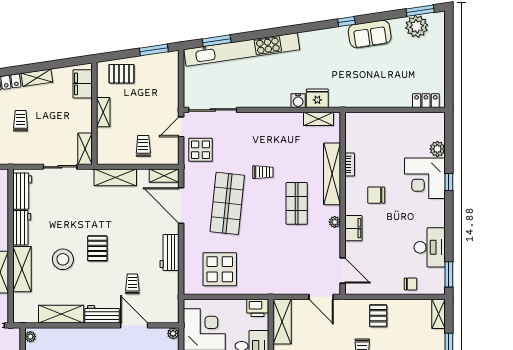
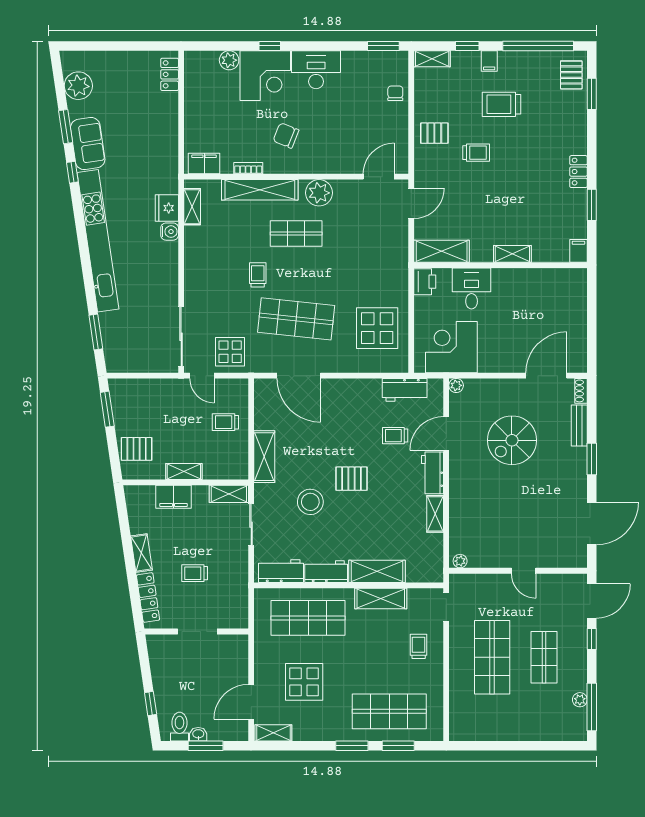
window: (420, 11) -> (66, 127), moved
kitchen unit: (242, 50) -> (98, 241), moved
pallet: (121, 74) -> (137, 449), turned 90
filing cabinet: (83, 84) -> (174, 497), moved
shelving: (164, 176) -> (262, 397), removed
chair: (376, 195) -> (286, 135), turned 112
door: (181, 206) -> (299, 376), hinge flipped
plant: (335, 222) -> (319, 193), width x1.88, depth x1.88
filing cabinet: (353, 228) -> (204, 164), moved
desk: (430, 247) -> (316, 70), moved
workbench: (170, 252) -> (405, 390), moved
stool: (63, 259) -> (310, 502), moved
shelving: (61, 314) -> (435, 514), width x0.67, depth x0.75

